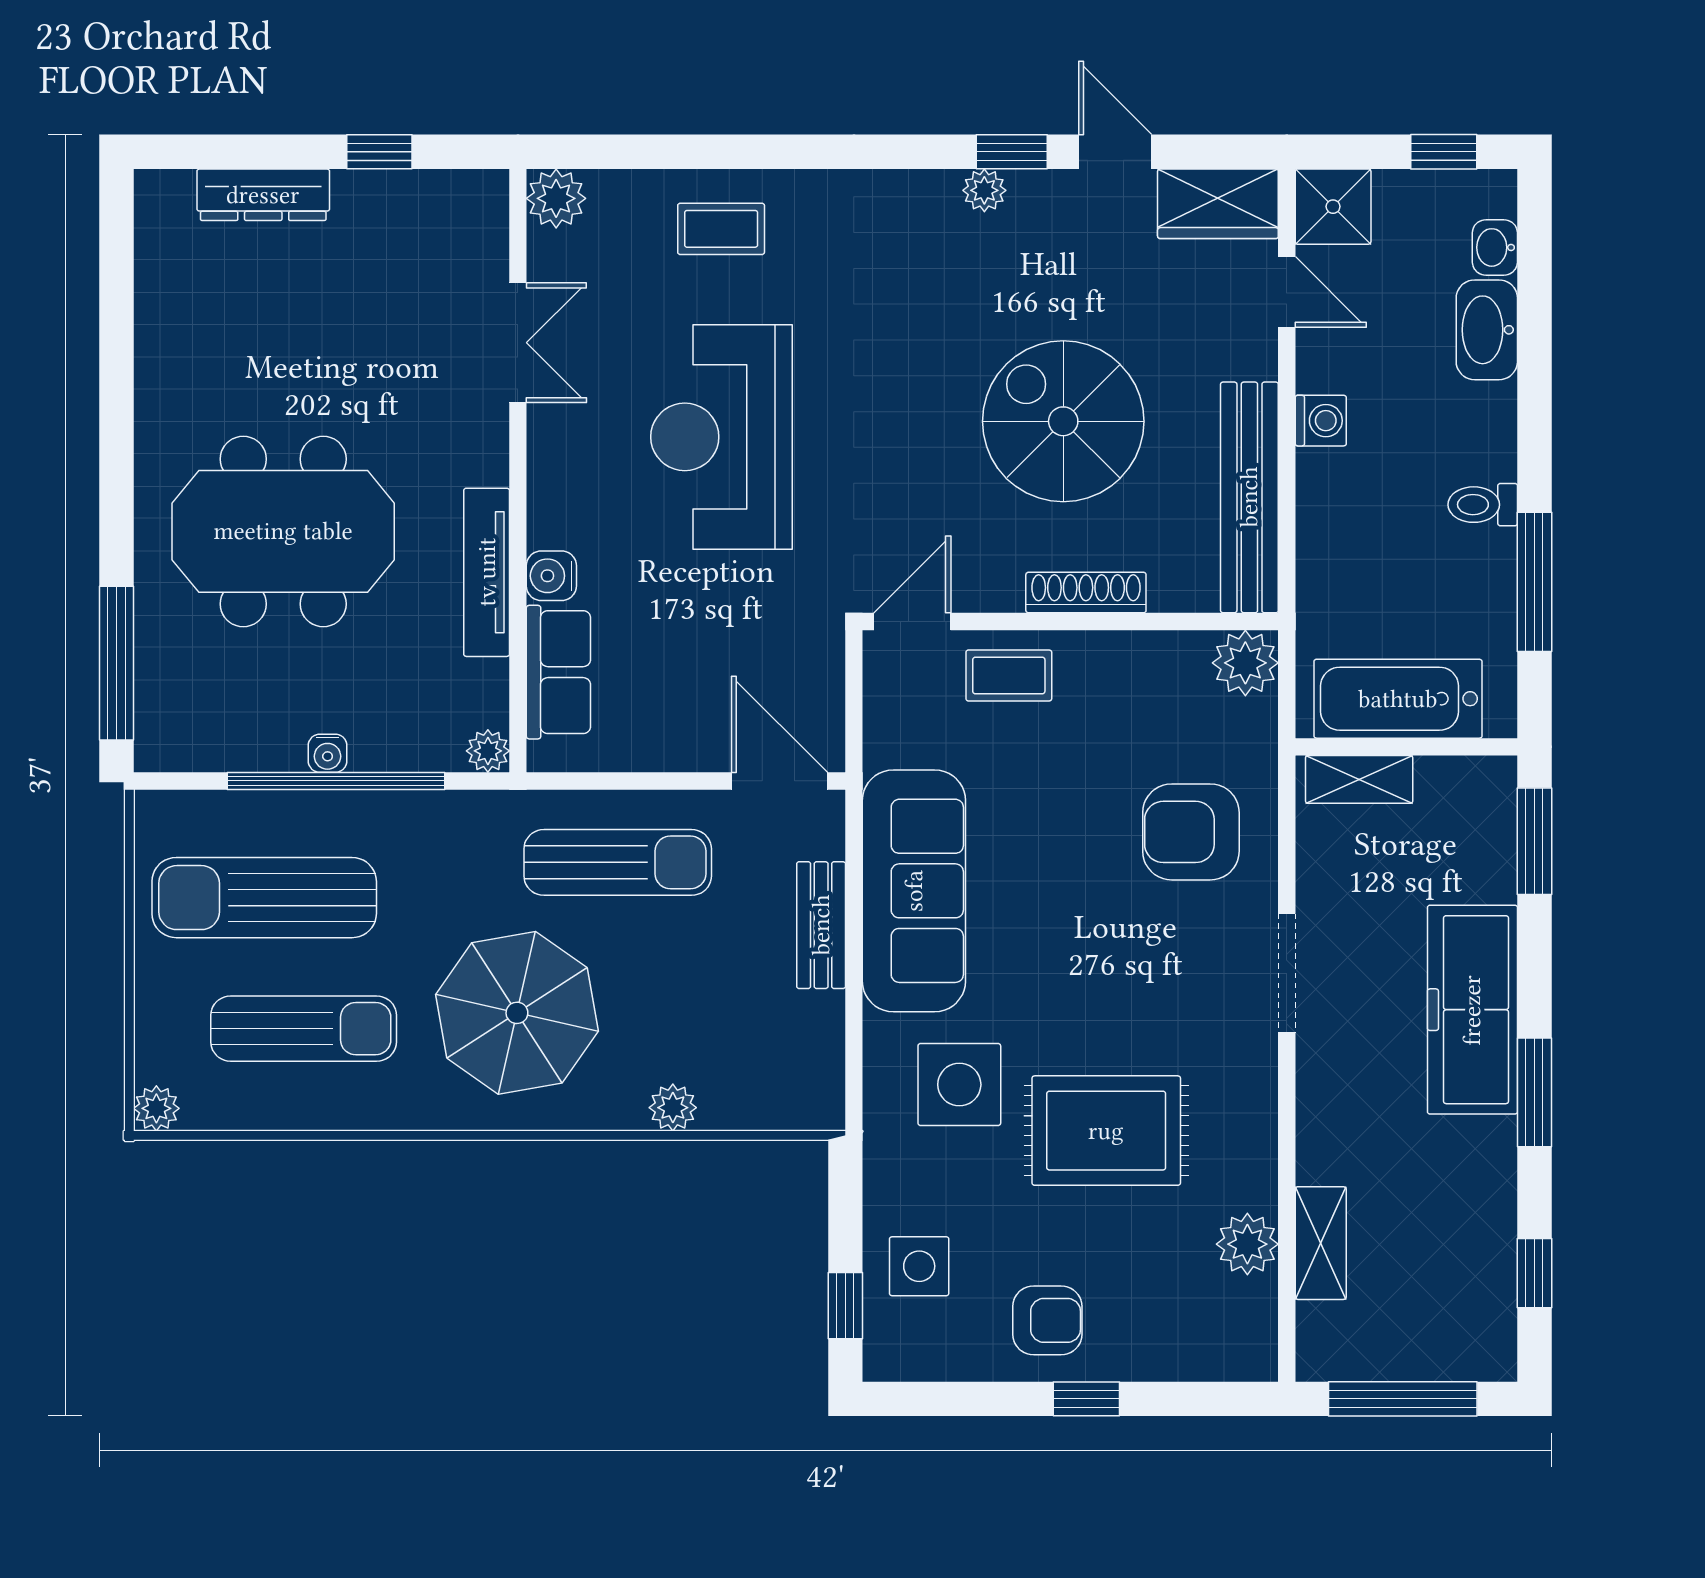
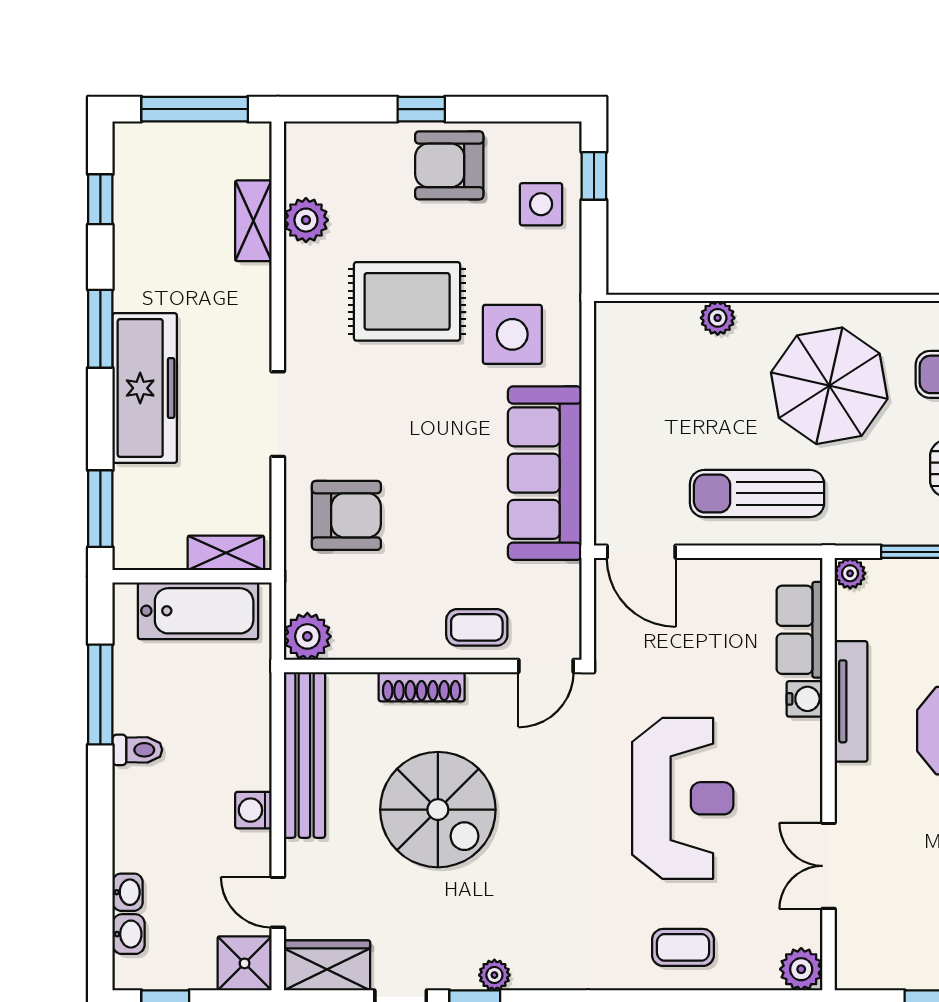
washbasin: (1487, 330) -> (128, 892), width x0.52, depth x0.69
bench: (821, 925) -> (611, 449), removed
armchair: (1047, 1320) -> (449, 165), width x1.38, depth x1.38

